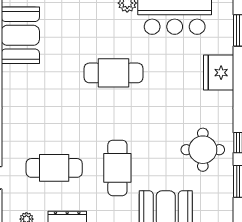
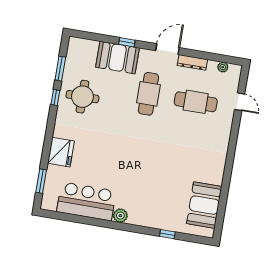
cafe table: (114, 73) -> (139, 165), removed

